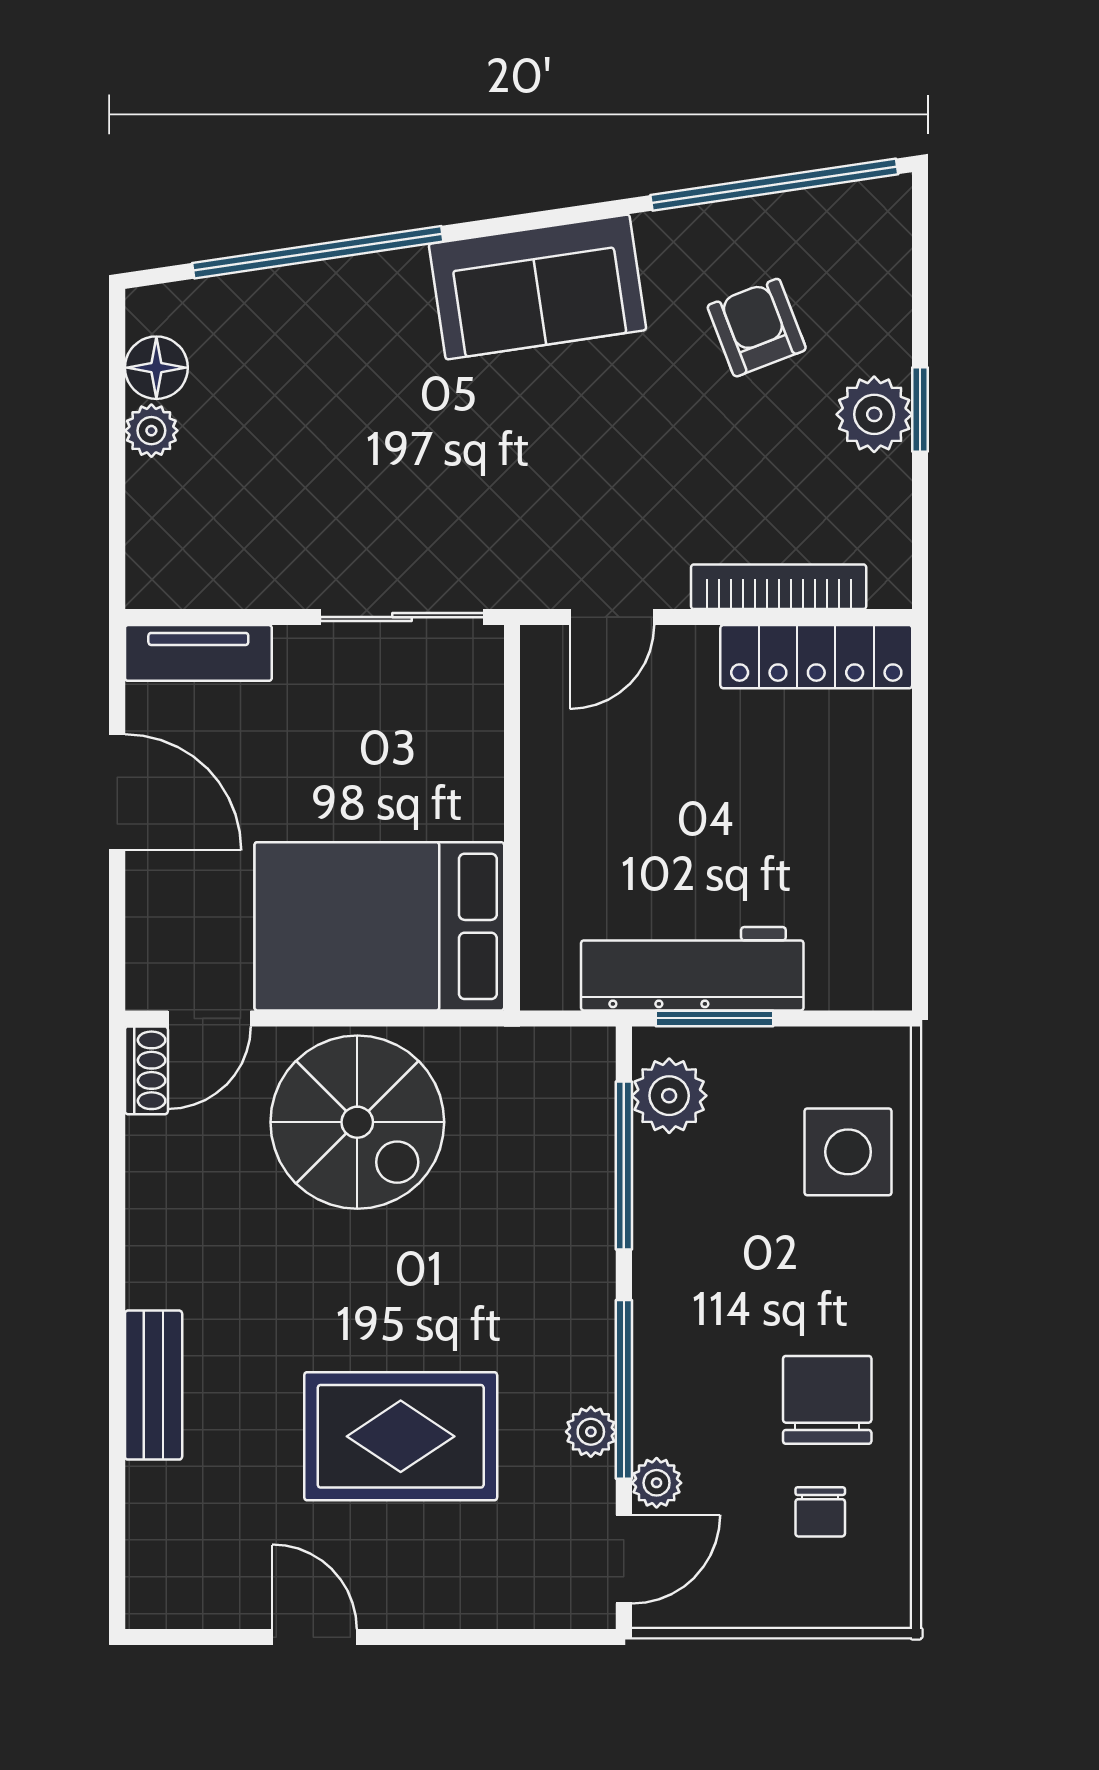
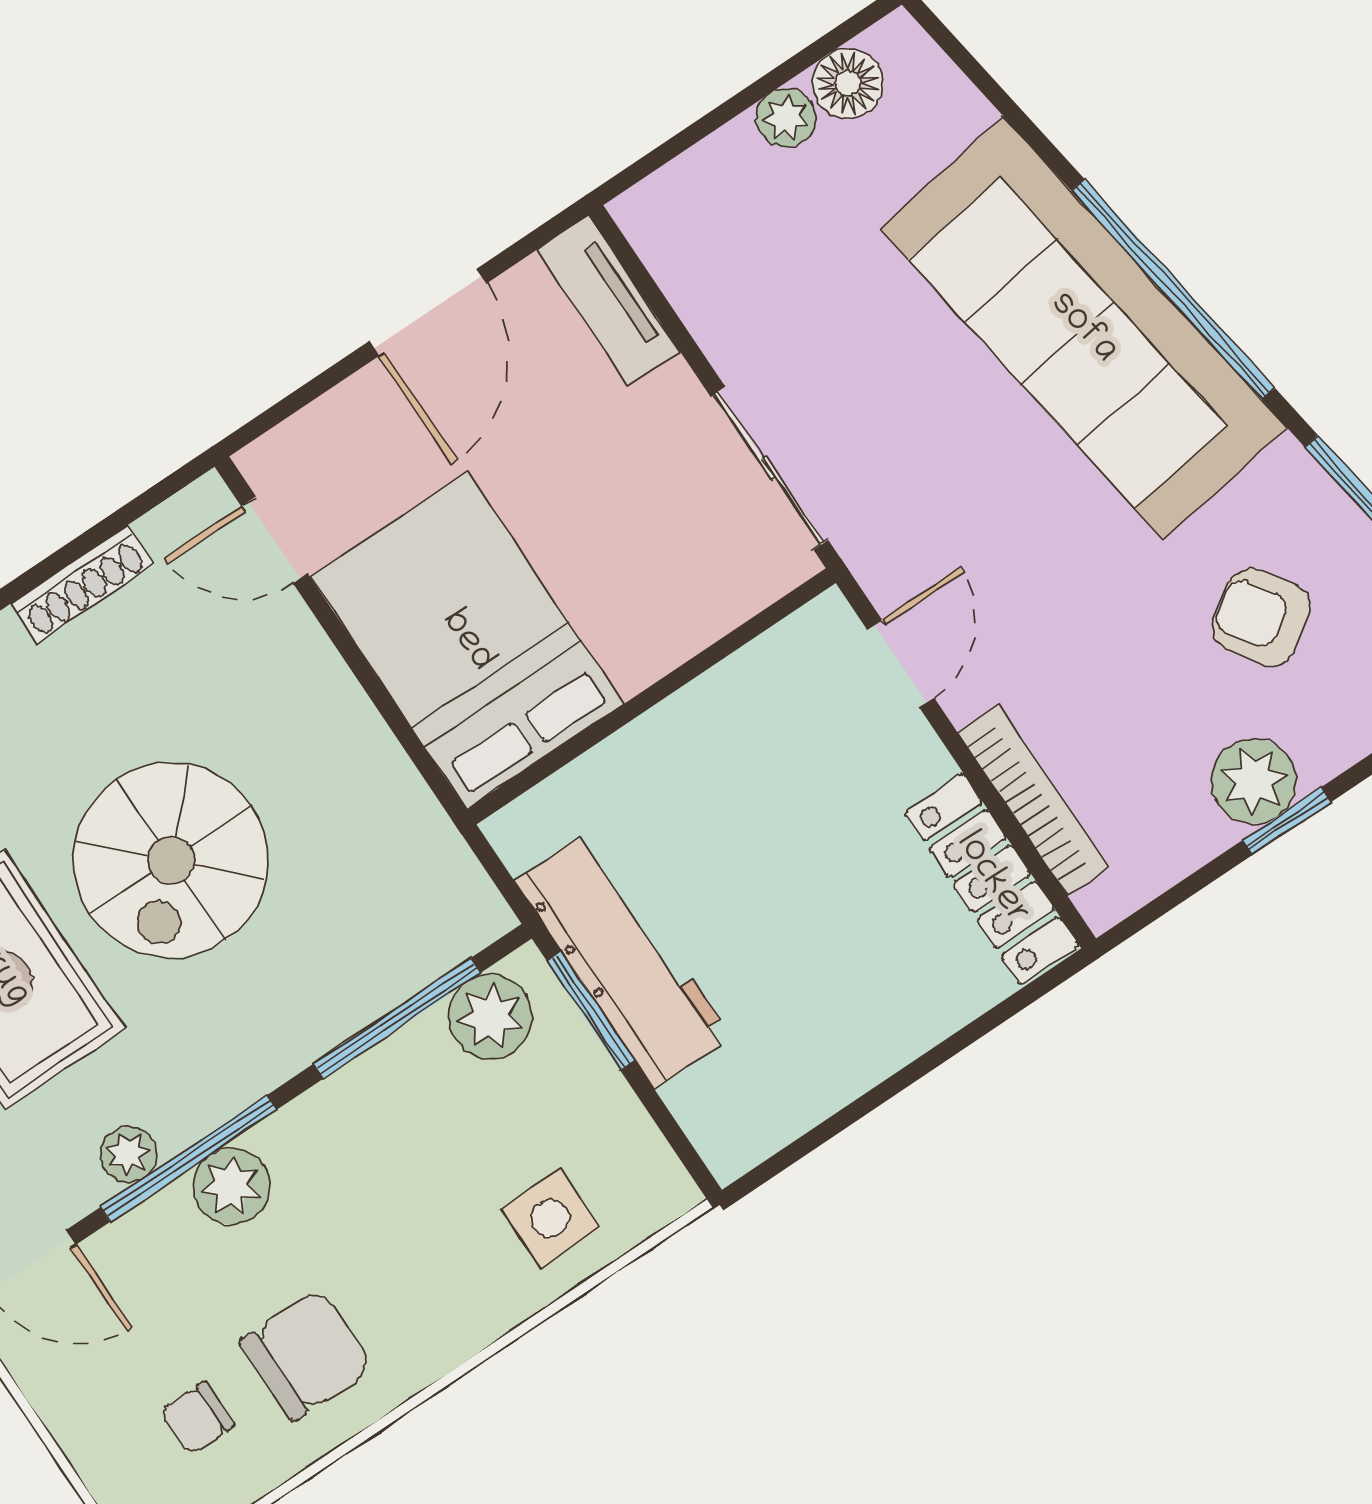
window: (318, 252) -> (1173, 289), moved
sofa: (537, 287) -> (1083, 328), width x1.85, depth x1.27
armchair: (757, 328) -> (1261, 617), turned -103
door: (612, 617) -> (901, 664), swing flipped
shoe rack: (146, 1070) -> (82, 584), moved, width x1.43
spiral stairs: (357, 1122) -> (171, 860), moved
side table: (848, 1152) -> (550, 1219), width x0.73, depth x0.73
plant: (657, 1483) -> (231, 1186), moved, width x1.38, depth x1.38

